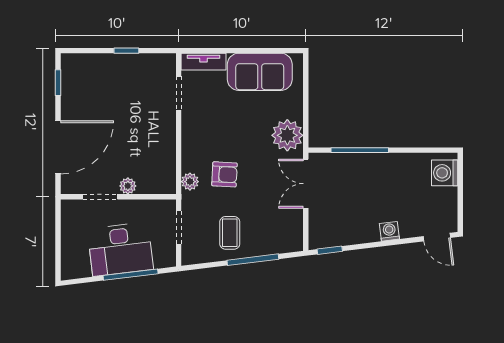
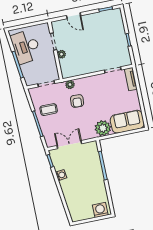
sofa: (260, 72) -> (127, 122), moved, turned 90
door: (58, 147) -> (74, 16), width x0.53
double door: (306, 184) -> (69, 145), moved
washing machine: (389, 231) -> (61, 175), moved
door: (437, 237) -> (68, 213), removed
desk: (120, 249) -> (26, 47), moved

